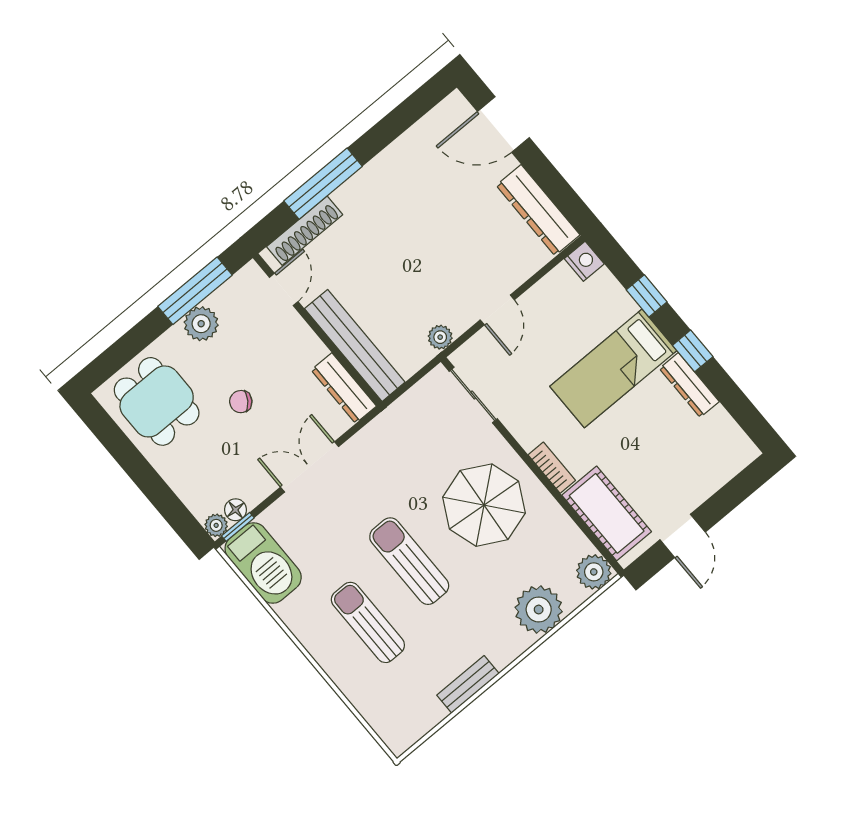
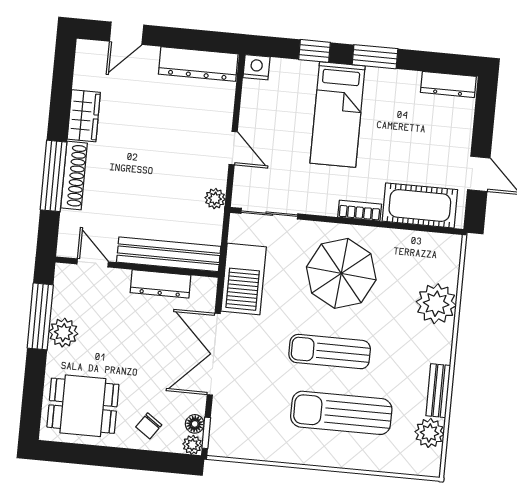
door: (503, 125) -> (127, 33), width x0.73
wardrobe: (399, 158) -> (84, 116), added
shoe rack: (305, 231) -> (74, 176), moved
window: (693, 351) -> (375, 57), width x1.50
dresser: (689, 385) -> (448, 84), moved
dresser: (344, 388) -> (160, 284), moved
chair: (241, 402) -> (149, 426), moved
double door: (310, 467) -> (214, 354), width x1.37
barbecue: (263, 563) -> (244, 279), moved, turned 90
plant: (594, 572) -> (429, 433), moved
sun lounger: (368, 622) -> (341, 413), width x1.36, depth x1.34

